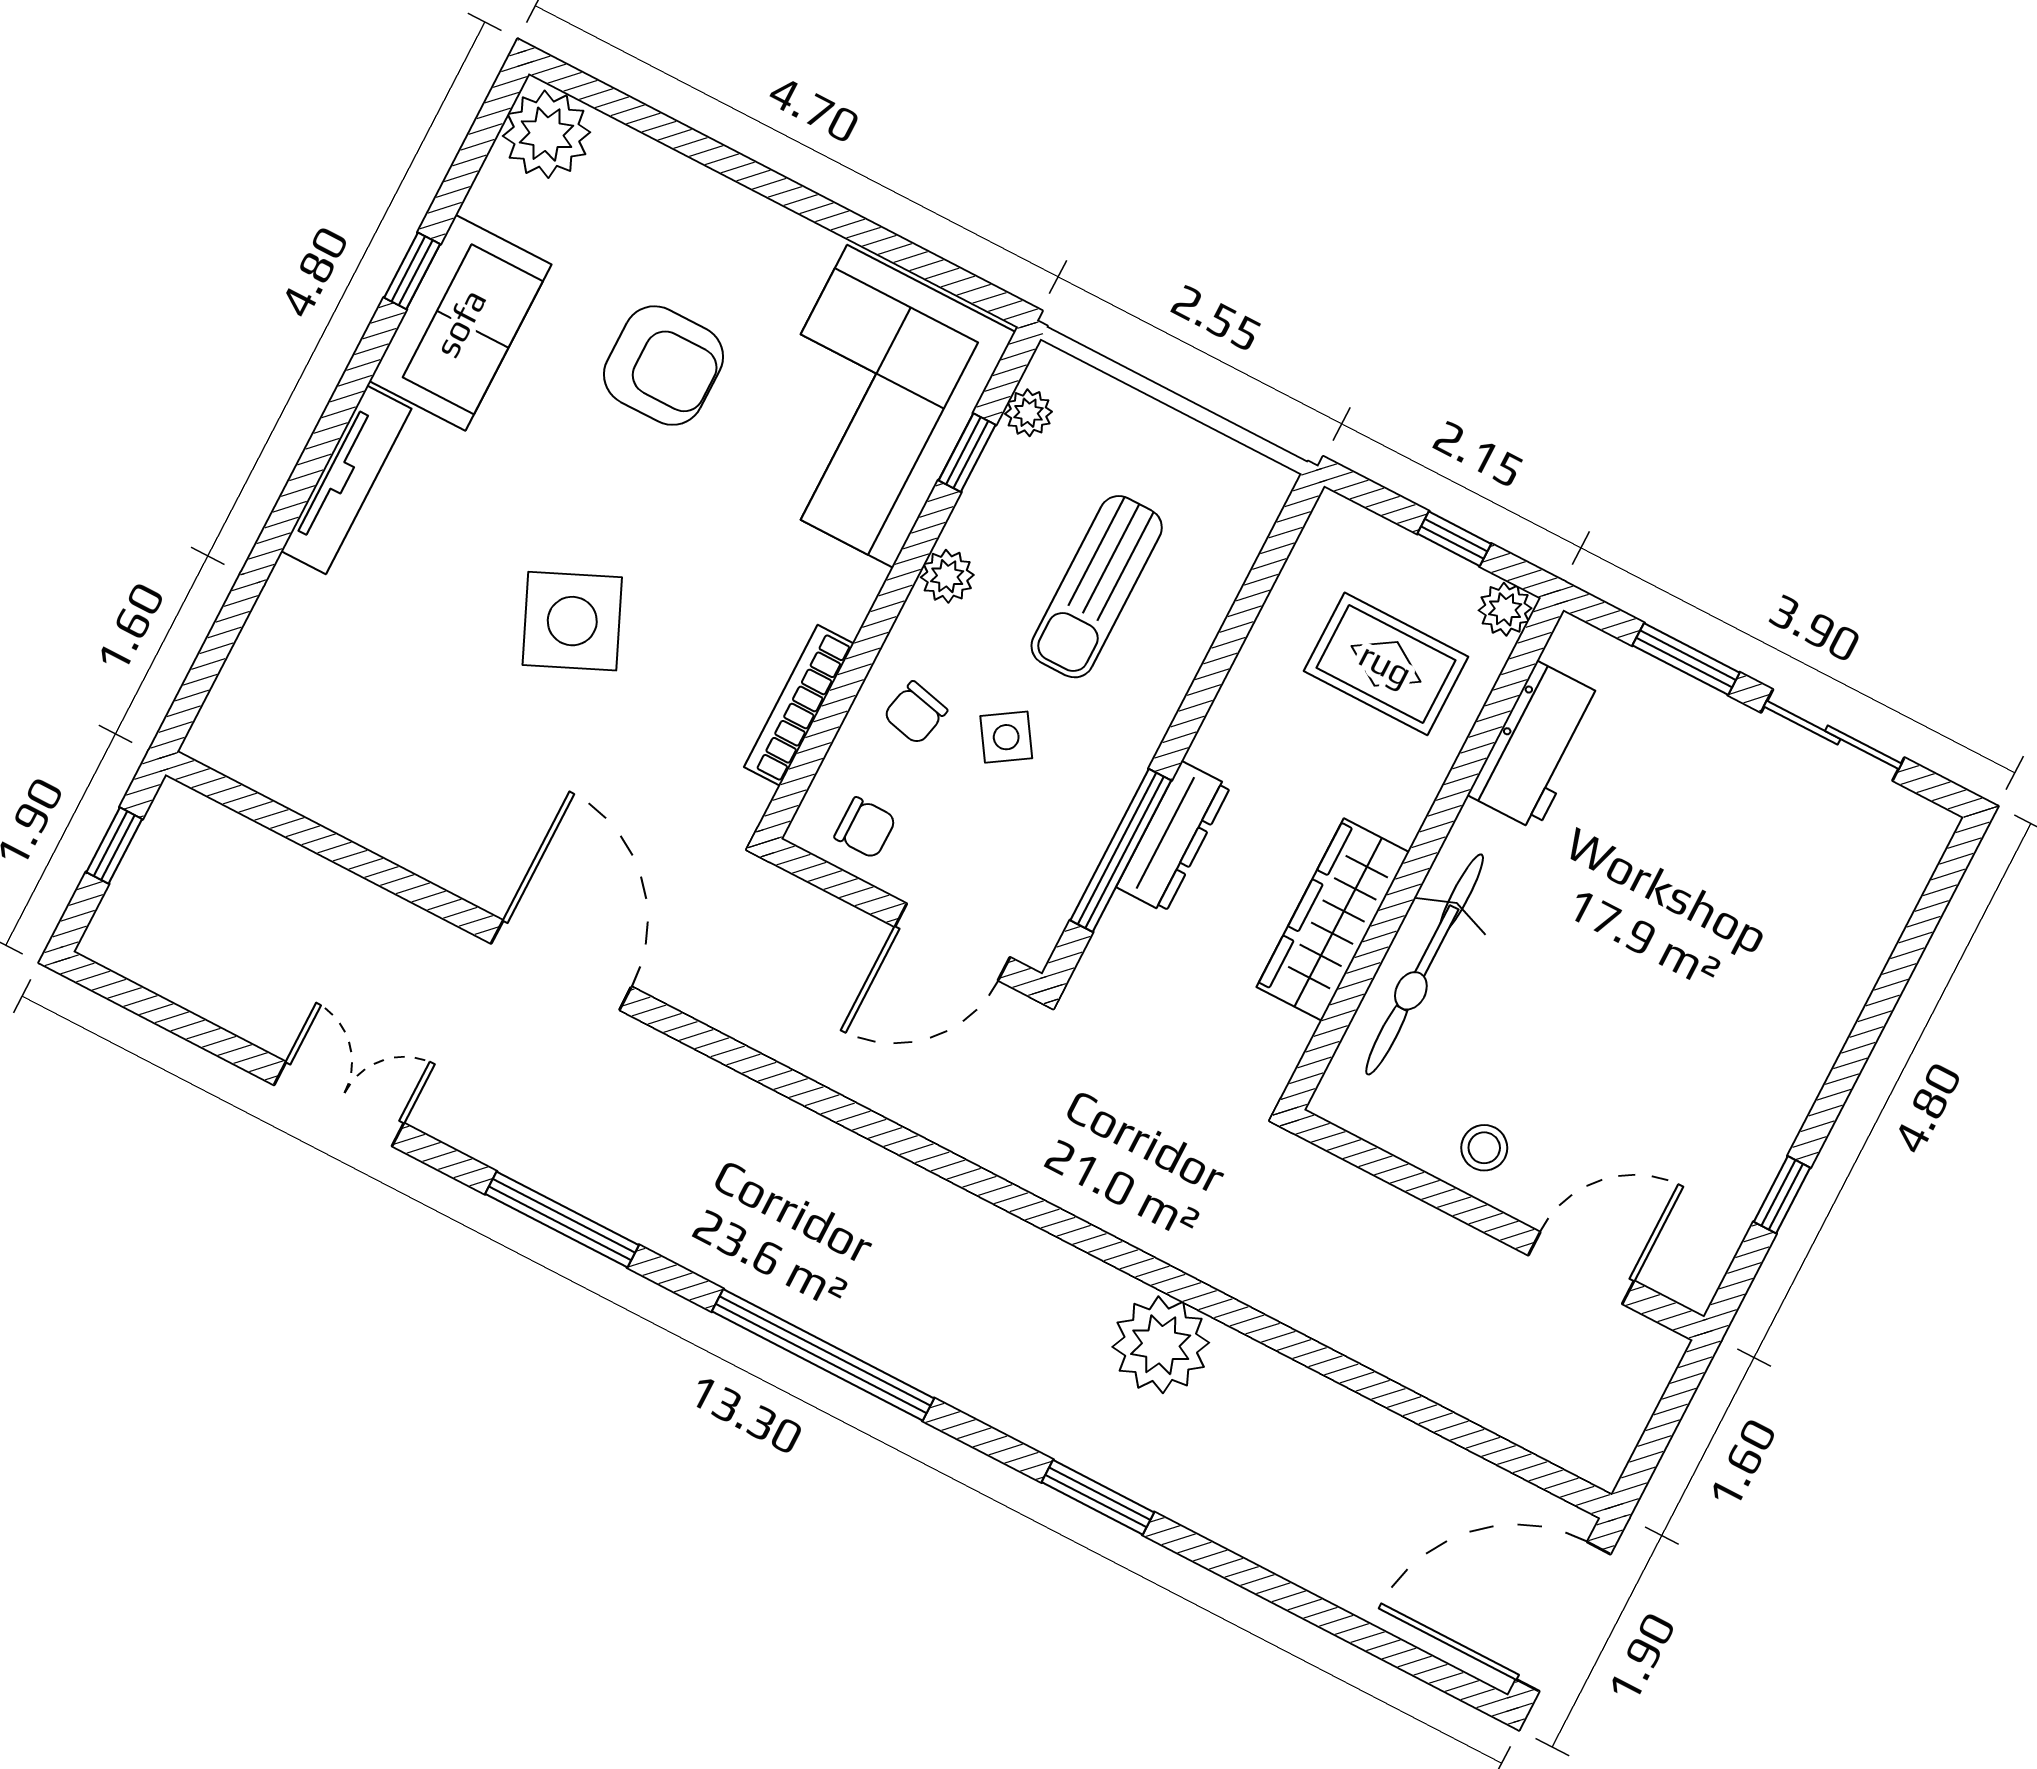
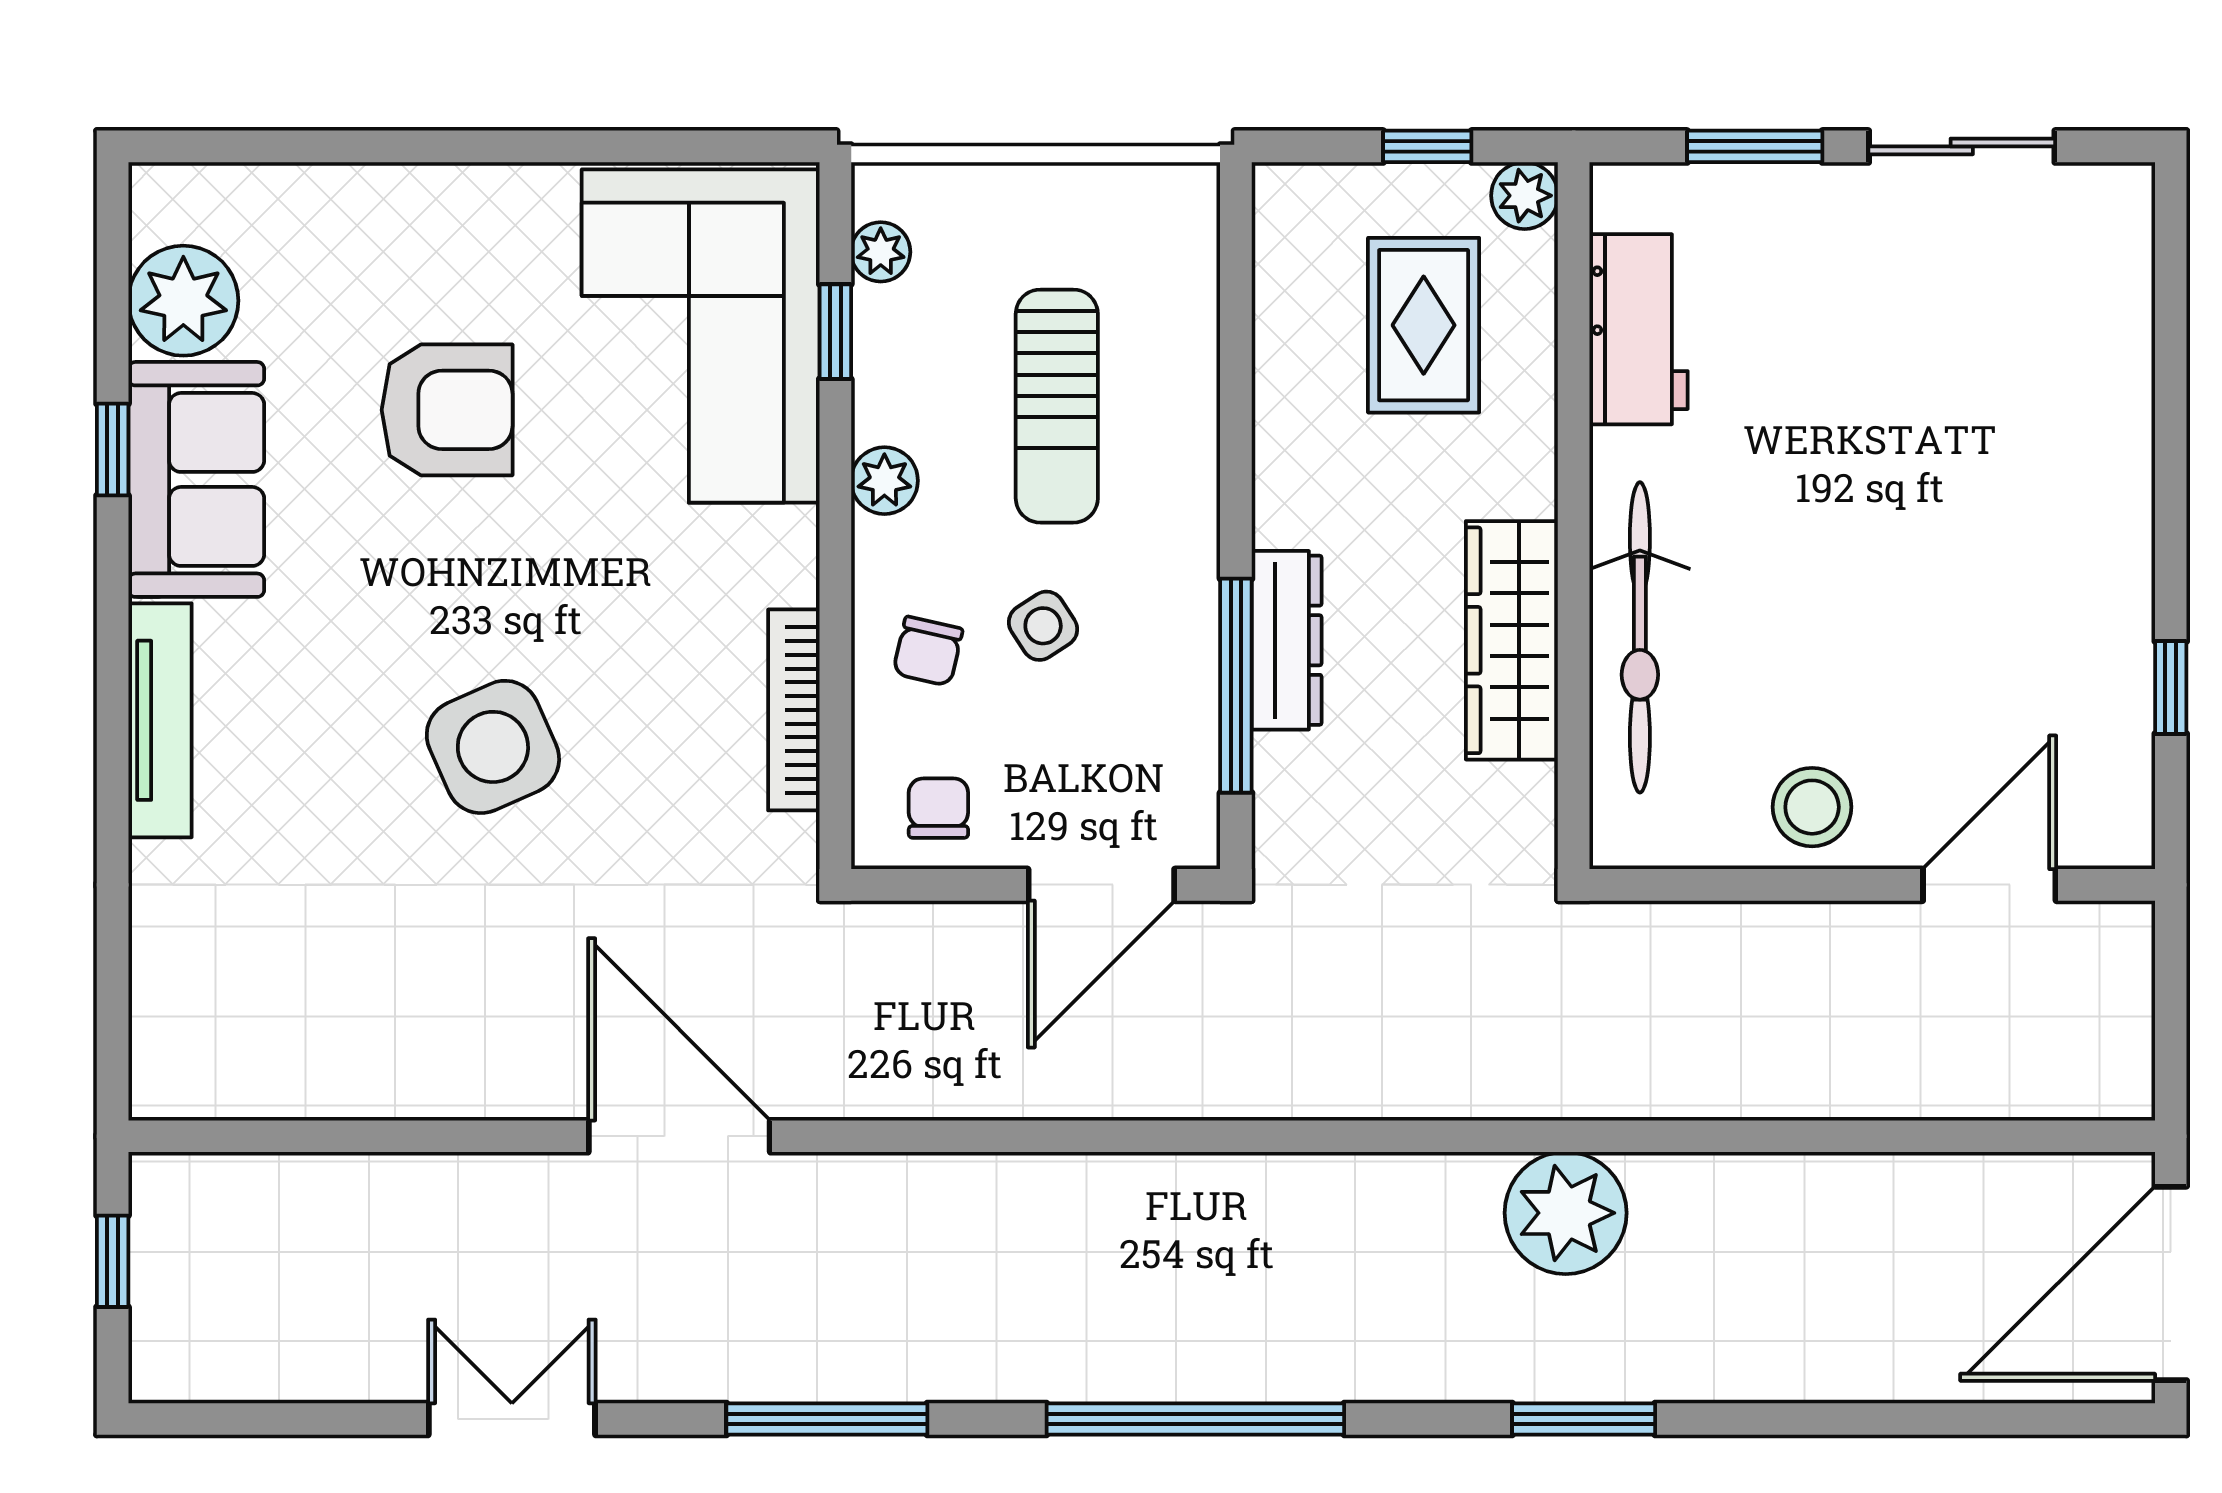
plant: (546, 134) -> (183, 301), moved
rug: (1386, 664) -> (1424, 325), turned 90
chair: (865, 828) -> (938, 808), turned -90
stool: (1484, 1148) -> (1812, 807), width x1.37, depth x1.37

